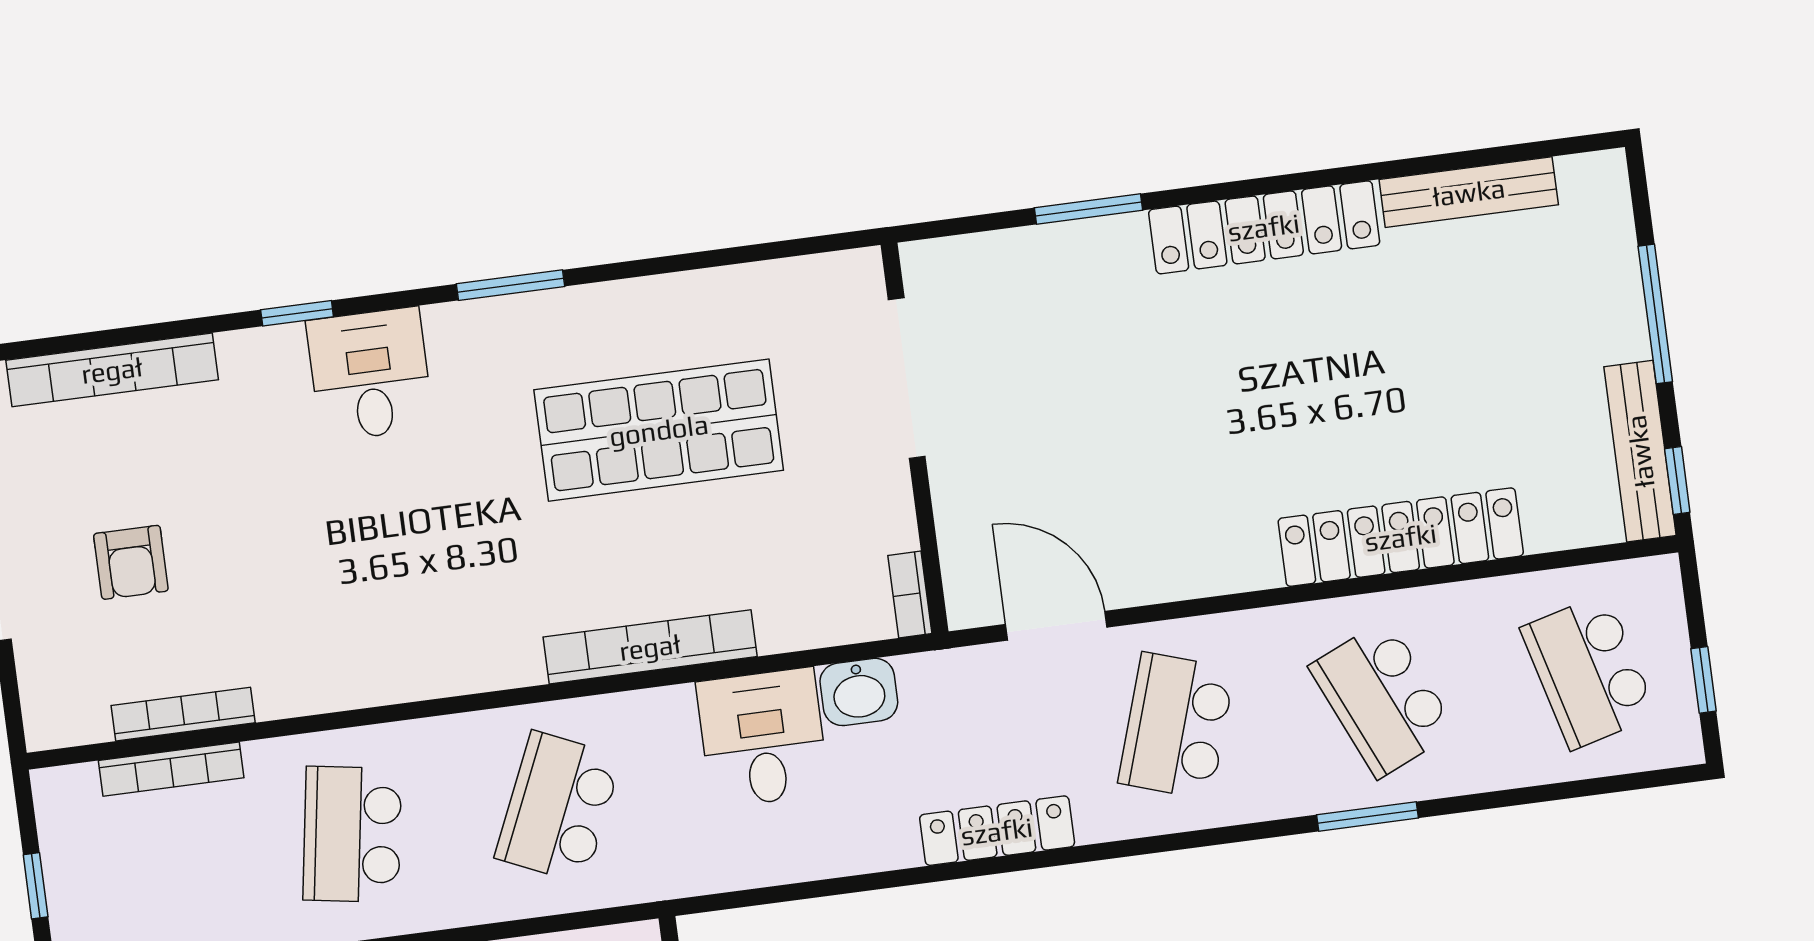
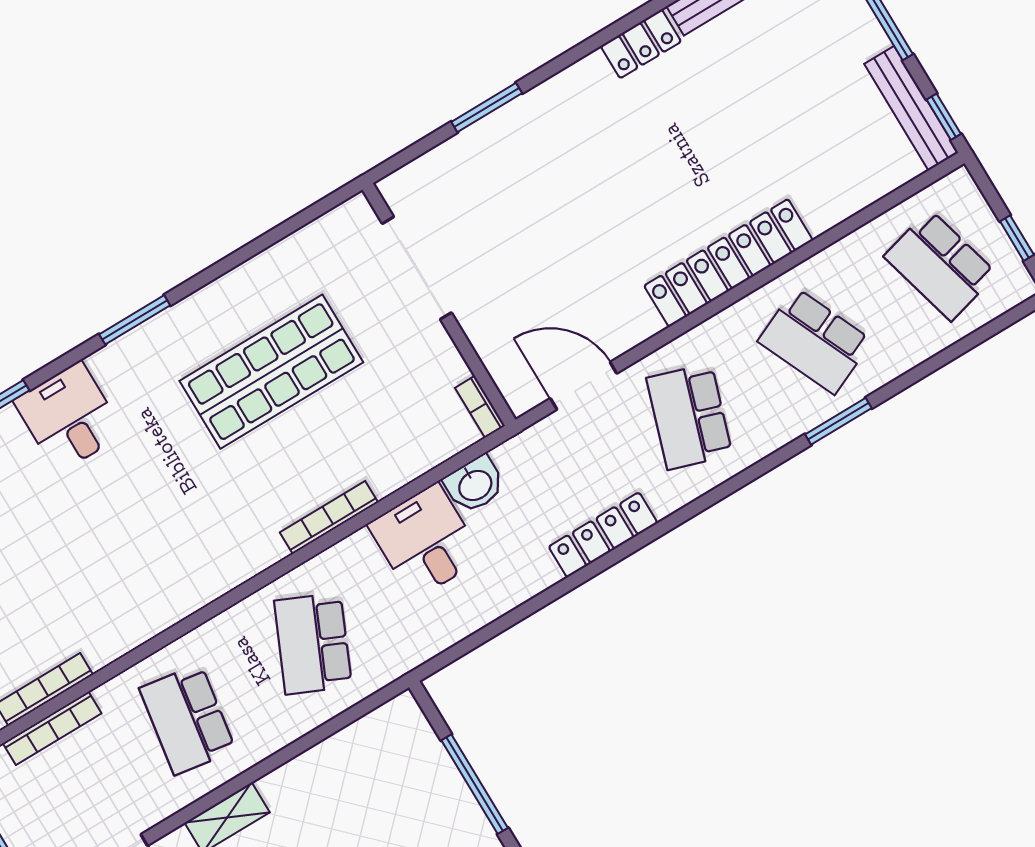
locker: (1264, 227) -> (641, 44), width x0.46, depth x0.83
locker: (1401, 537) -> (728, 263), moved
bookcase: (650, 647) -> (329, 517), width x0.68, depth x0.76

